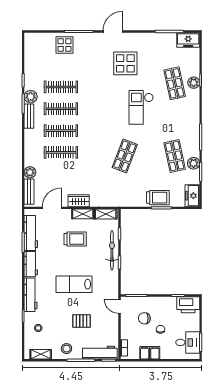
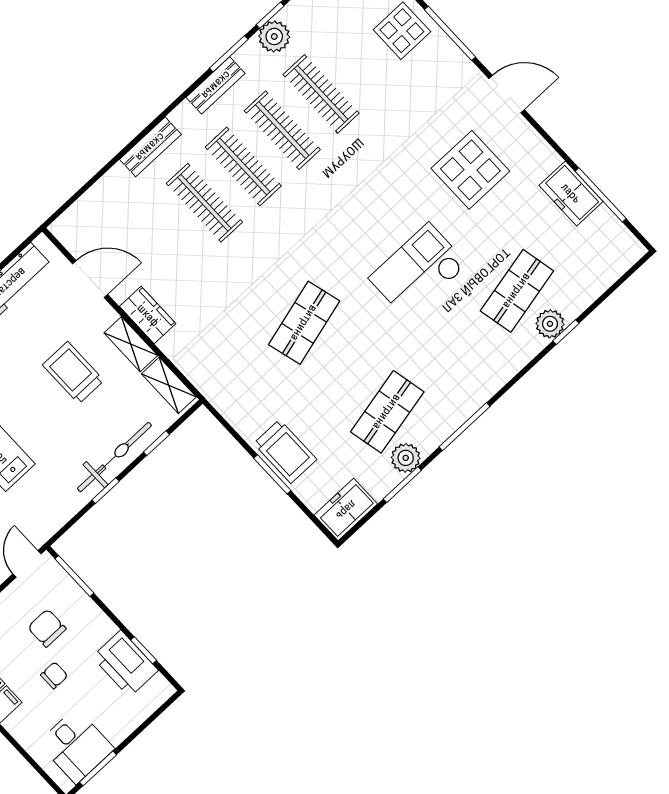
freezer: (188, 40) -> (571, 193), moved
plant: (31, 97) -> (274, 36), moved
shop shelf: (125, 156) -> (304, 323), turned -36
plant: (30, 172) -> (117, 181), removed
bench: (29, 192) -> (150, 147), moved
trolley: (75, 239) -> (73, 373), turned 180
printer: (188, 305) -> (125, 664), moved

